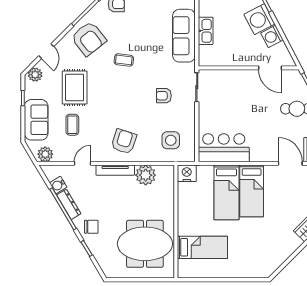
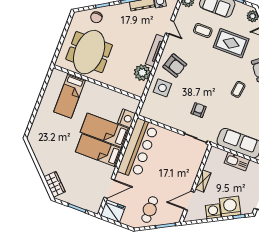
shelving: (242, 61) -> (203, 181), added
side table: (171, 140) -> (162, 88), moved
bar counter: (224, 148) -> (138, 149), width x1.36
nightstand: (187, 173) -> (127, 118), moved
chair: (91, 227) -> (96, 17), moved

